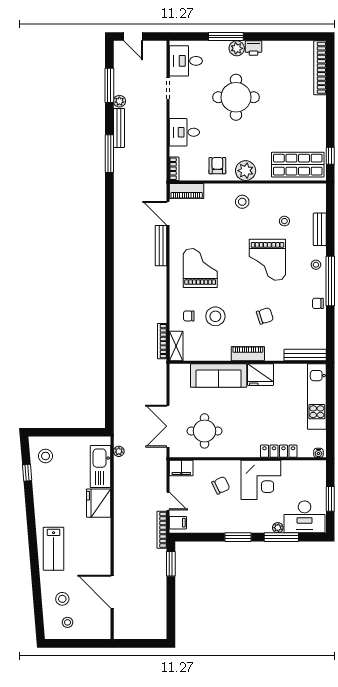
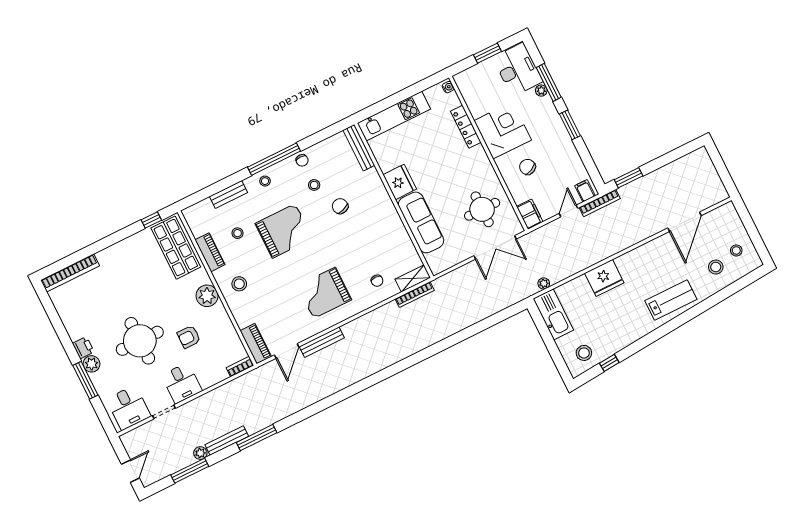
desk: (184, 132) -> (182, 383), moved
armchair: (217, 166) -> (189, 337), moved
stool: (215, 316) -> (314, 185), moved, width x0.53, depth x0.53
piano: (248, 354) -> (210, 252), moved, turned 180
kitchen sink: (101, 467) -> (553, 314), moved, turned -90

